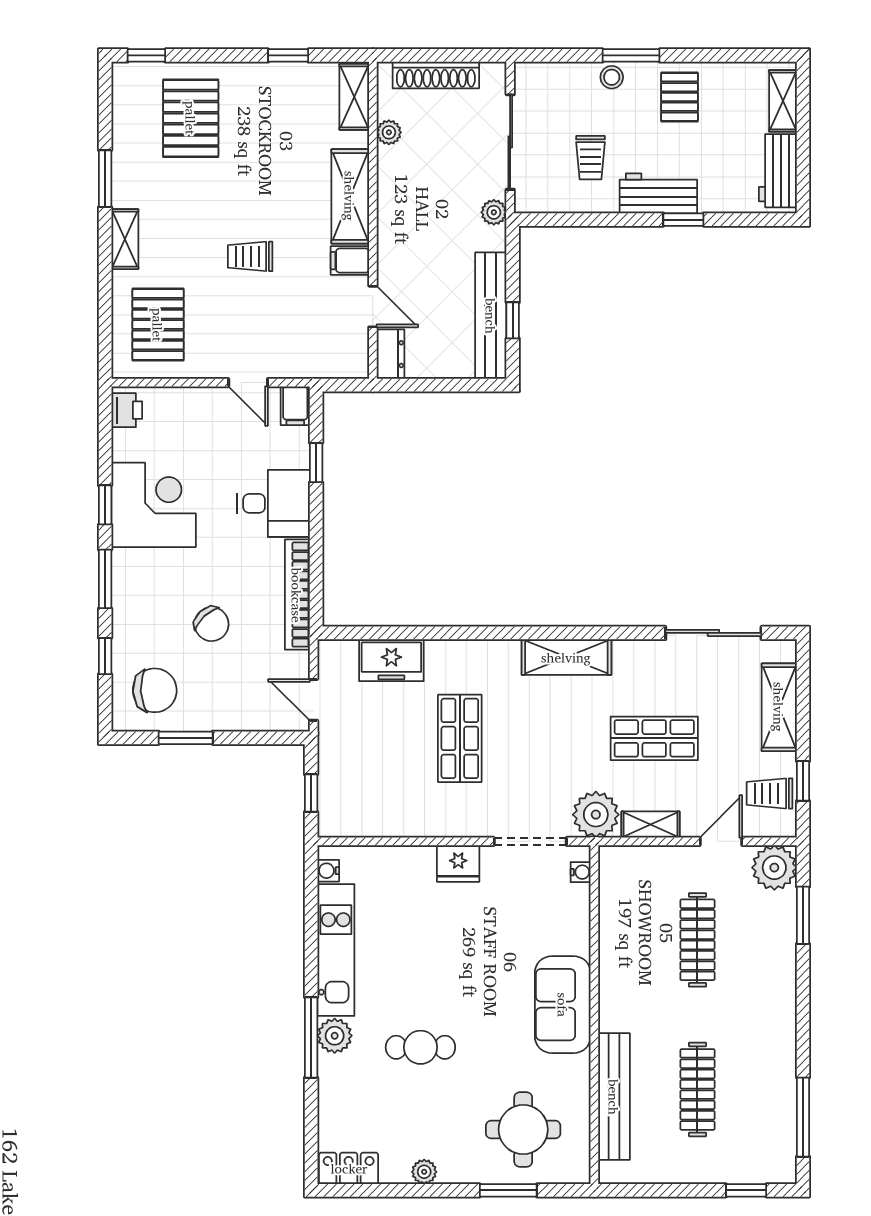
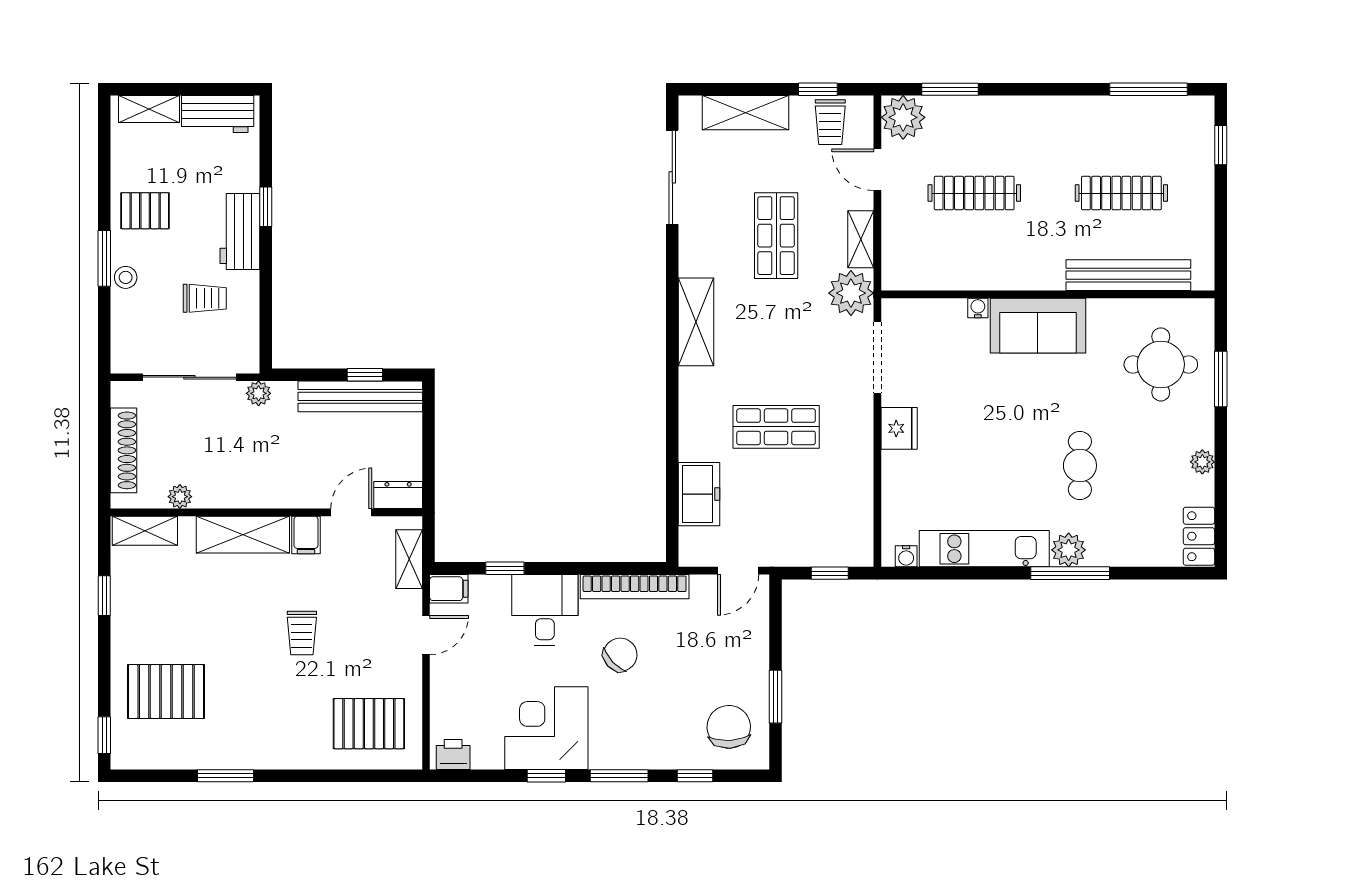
shelving: (125, 239) -> (409, 559), moved, turned 90
chair: (212, 624) -> (620, 655), moved
water cooler: (581, 872) -> (978, 308), moved

